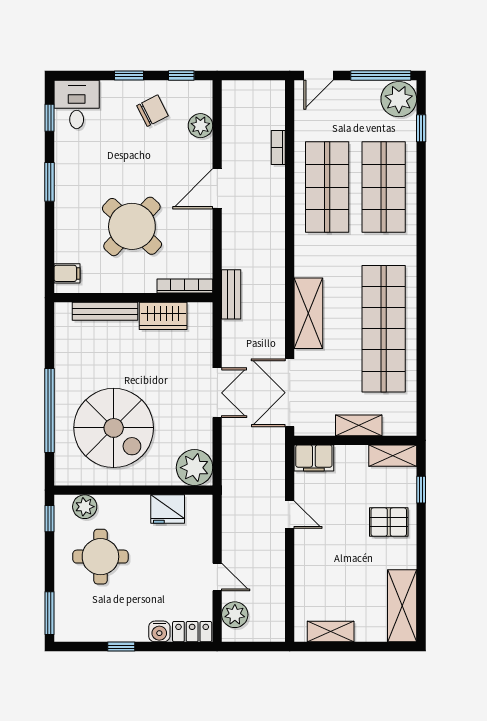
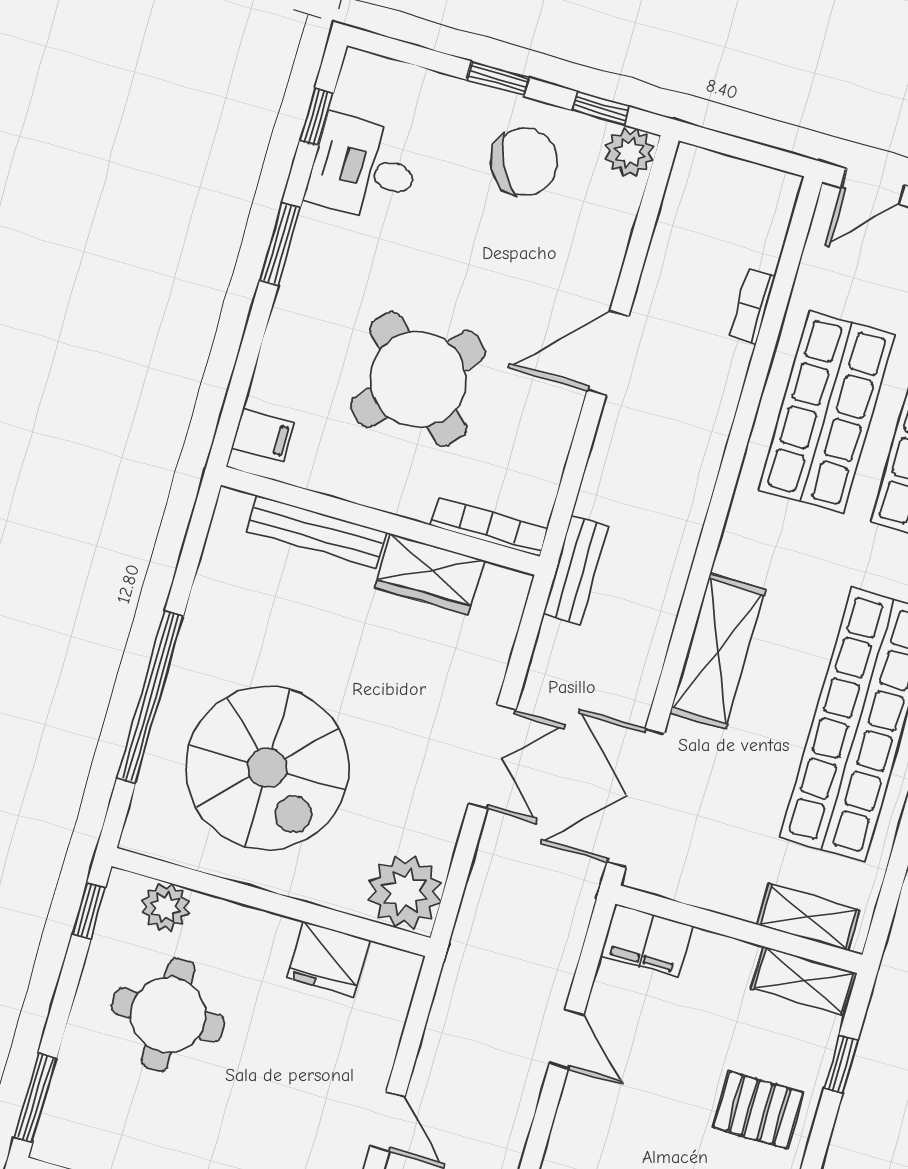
desk: (77, 104) -> (364, 169), moved, turned -90
chair: (153, 111) -> (524, 162), width x1.37, depth x1.37
plant: (200, 126) -> (630, 152), moved
shelving: (359, 425) -> (808, 917), moved

